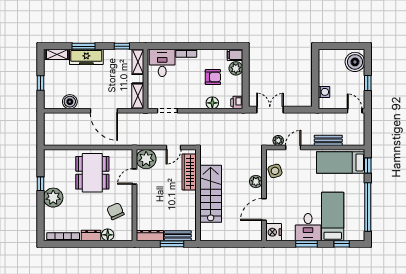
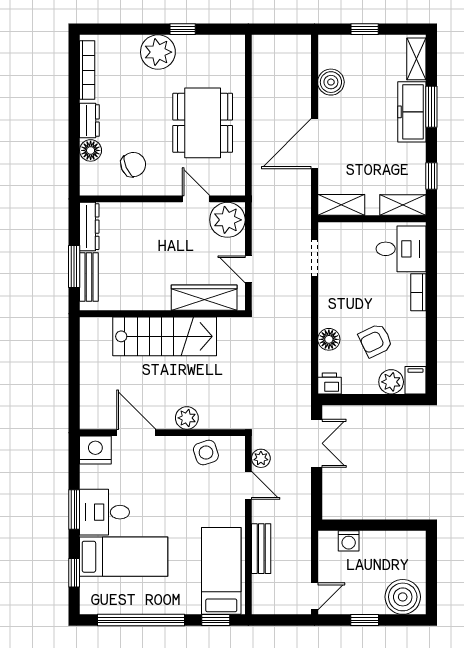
armchair: (213, 77) -> (375, 340), turned 64
dining table: (92, 173) -> (203, 123), turned 90

